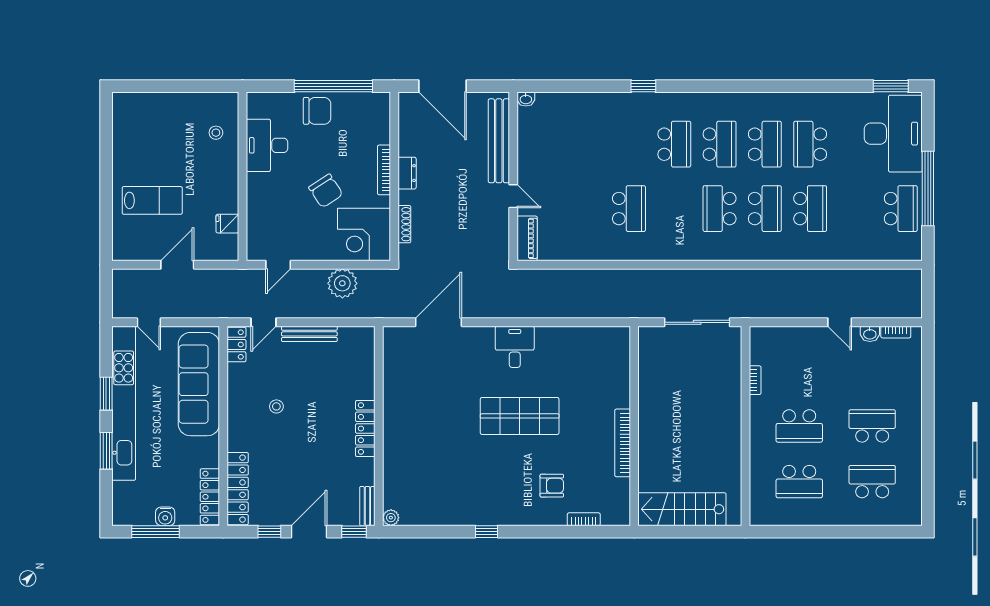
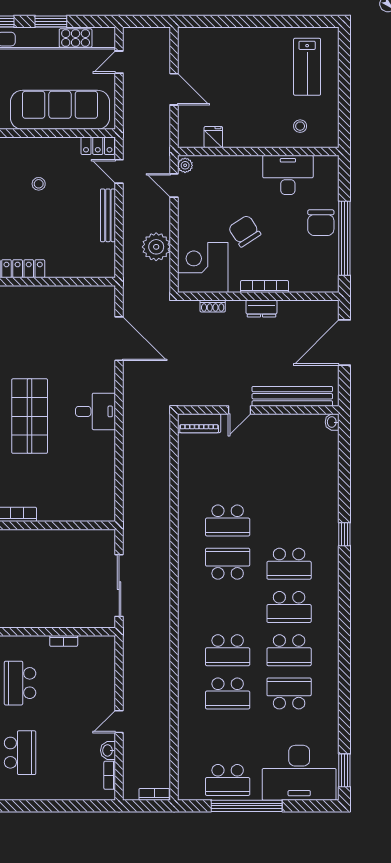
chair: (326, 191) -> (244, 231), turned 90
lab bench: (152, 200) -> (307, 67), moved
school desk: (720, 209) -> (228, 564), moved
shoe rack: (404, 224) -> (213, 306), width x0.70
plant: (257, 253) -> (185, 165), added
bookcase: (916, 285) -> (154, 794), added

